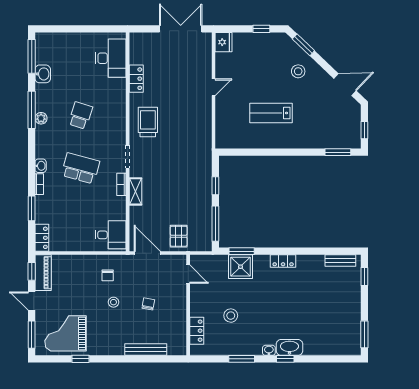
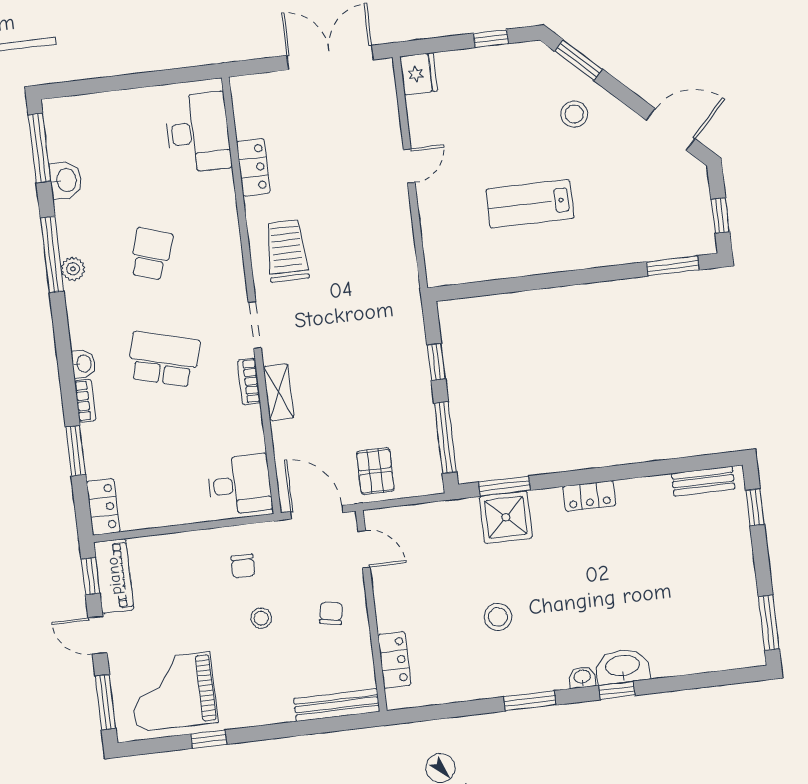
door: (188, 274) -> (364, 549), moved
wall: (188, 305) -> (371, 611), moved
locker: (197, 331) -> (394, 660), moved

